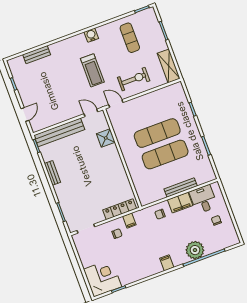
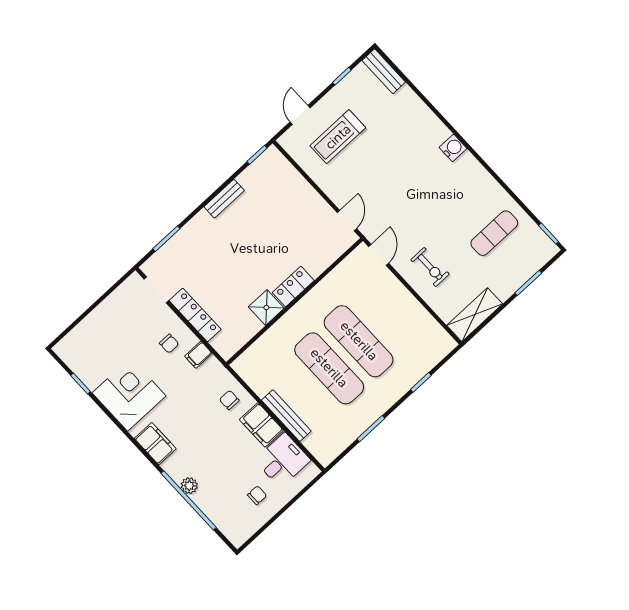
water cooler: (91, 35) -> (453, 148), moved
bench: (37, 55) -> (384, 71), moved
treadmill: (92, 70) -> (338, 137), moved
exercise bike: (134, 79) -> (430, 267), width x0.73, depth x0.72
door: (25, 114) -> (300, 115), swing flipped
bench: (59, 132) -> (294, 182), removed
shower: (106, 138) -> (266, 308), moved
locker: (114, 156) -> (293, 287), added
locker: (120, 209) -> (195, 315), moved
plant: (195, 250) -> (189, 486), width x0.53, depth x0.53
filing cabinet: (167, 263) -> (155, 444), width x2.00
corner desk: (103, 278) -> (129, 394), moved, turned -90

